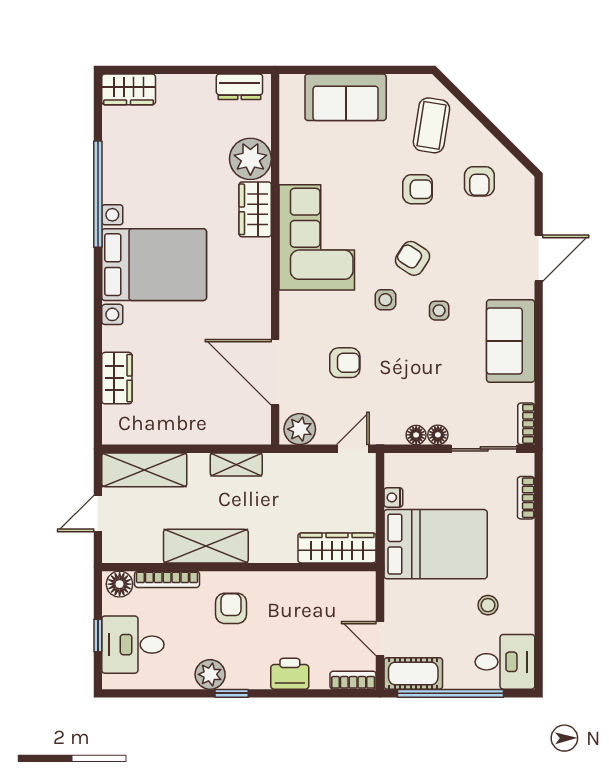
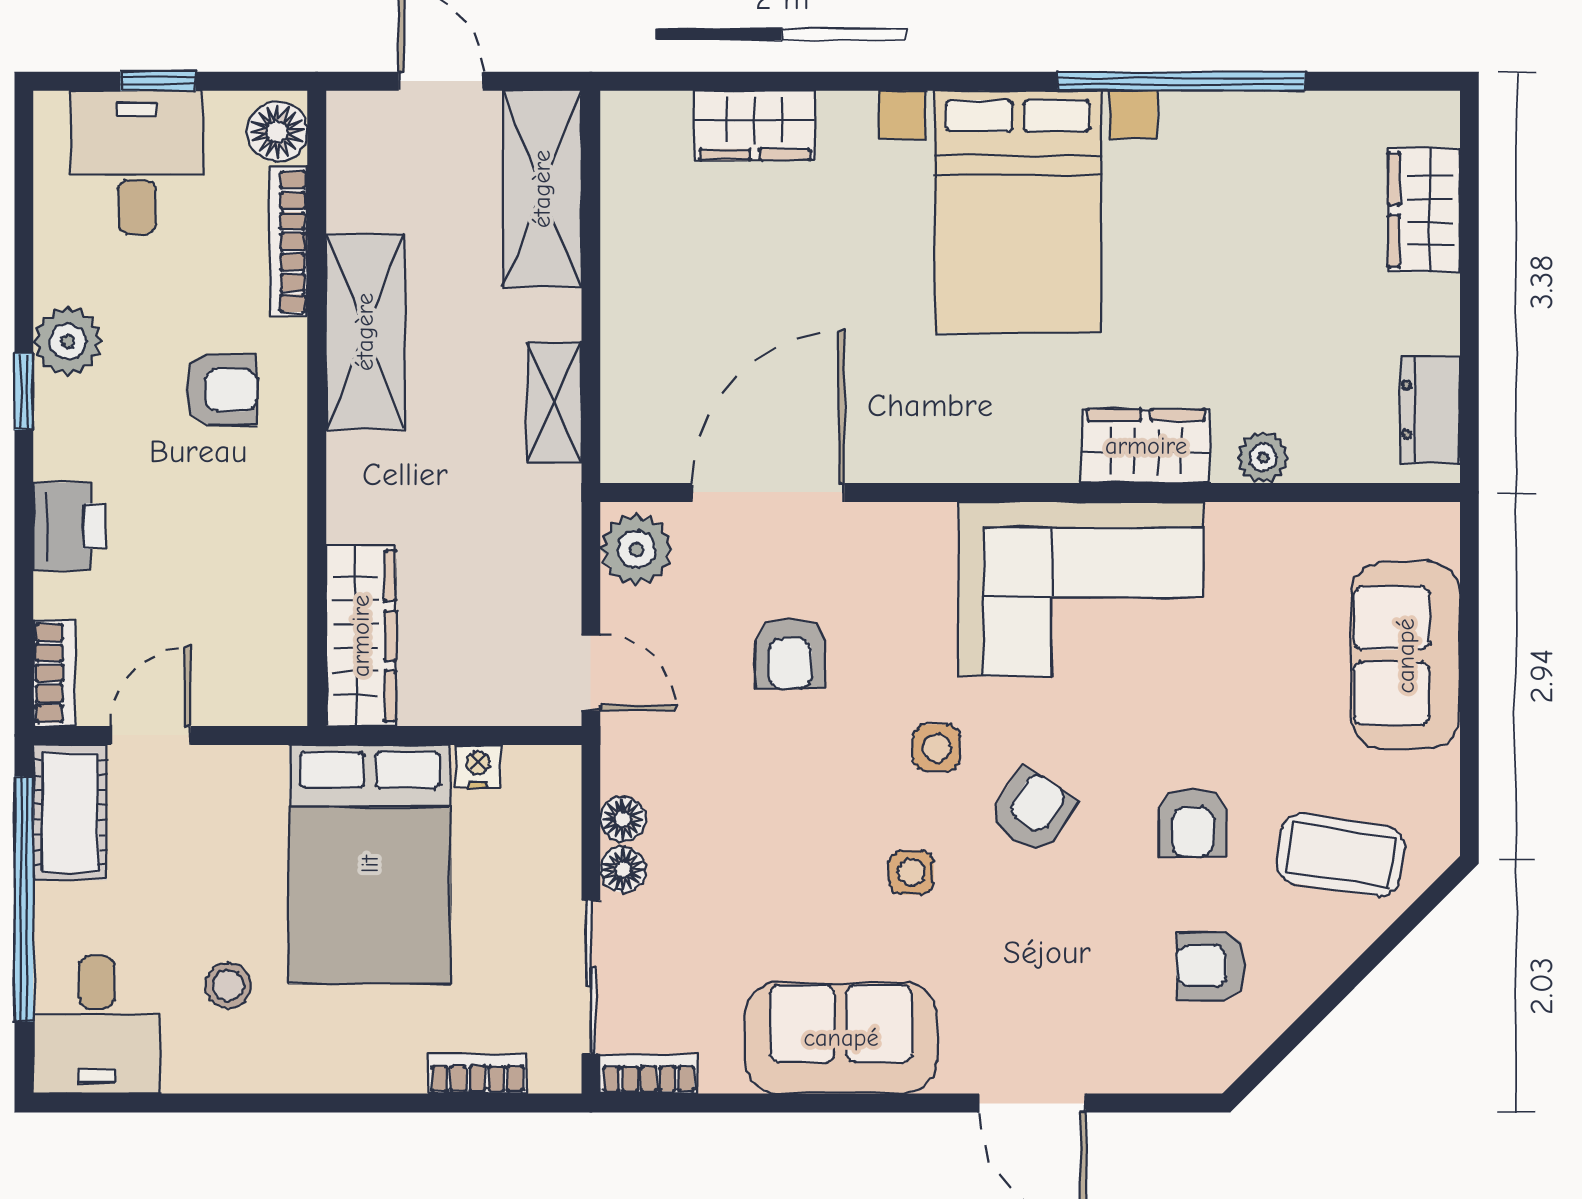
wardrobe: (129, 89) -> (1424, 210), moved
plant: (250, 159) -> (1263, 457), width x0.53, depth x0.53

